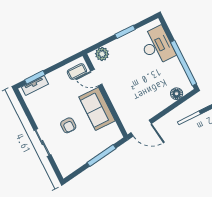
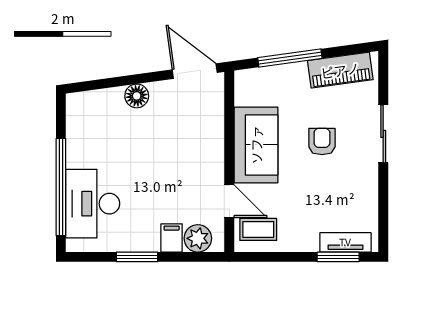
filing cabinet: (114, 48) -> (172, 238), added
window: (183, 63) -> (61, 187), moved
floor lamp: (177, 94) -> (137, 96), moved
piano: (76, 161) -> (340, 70), added

